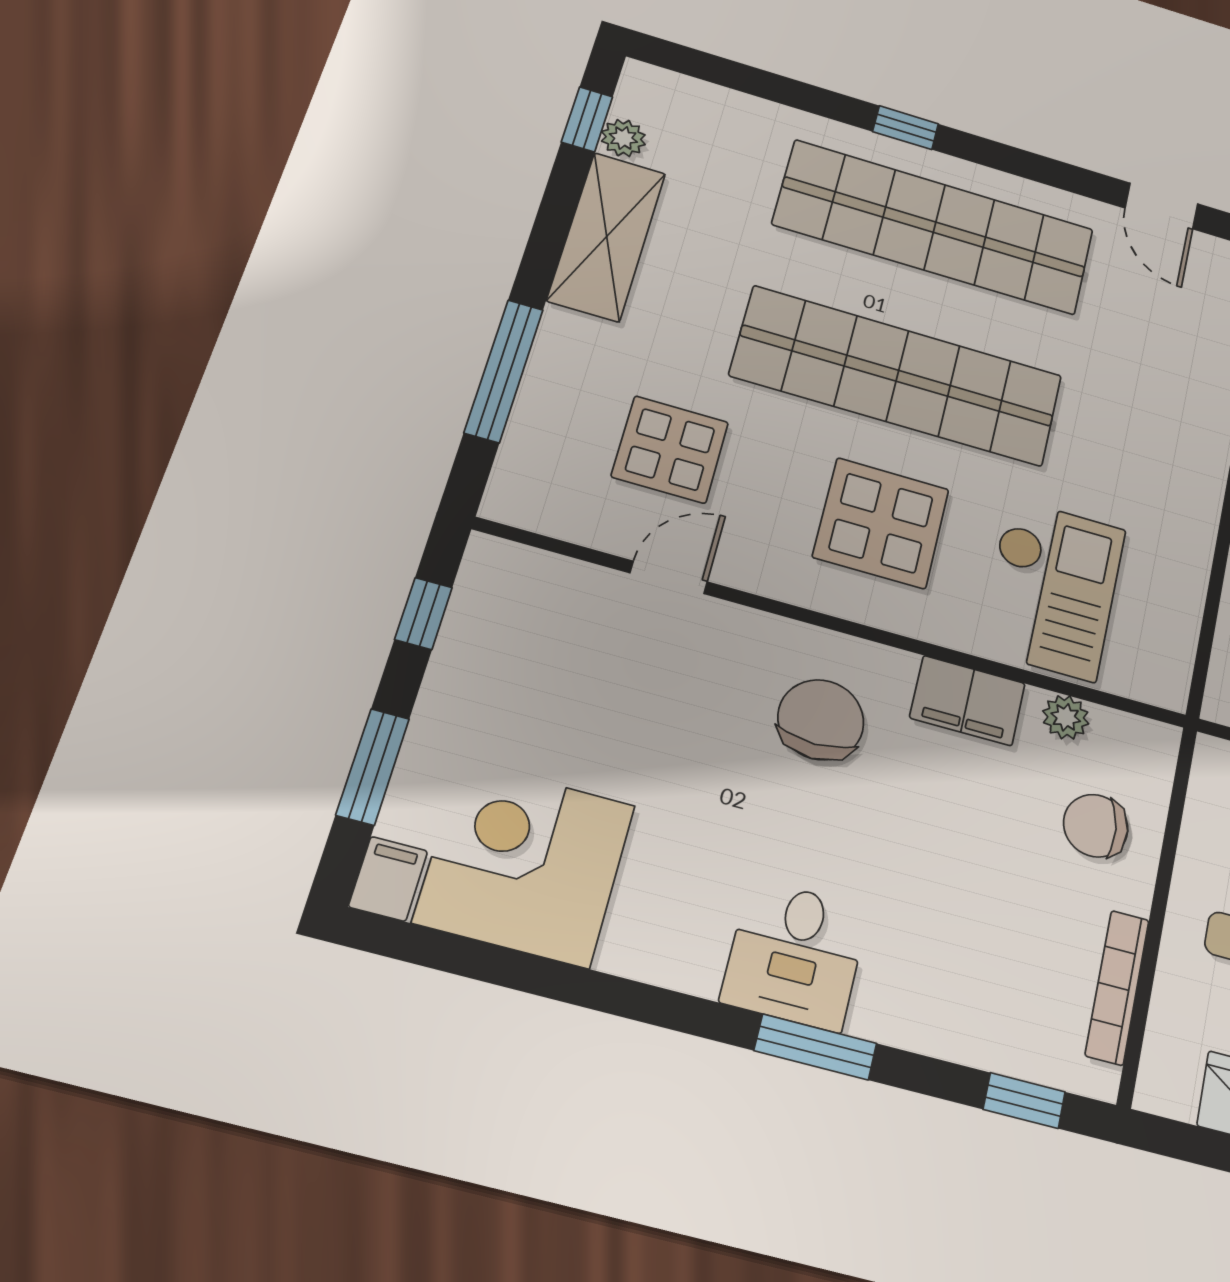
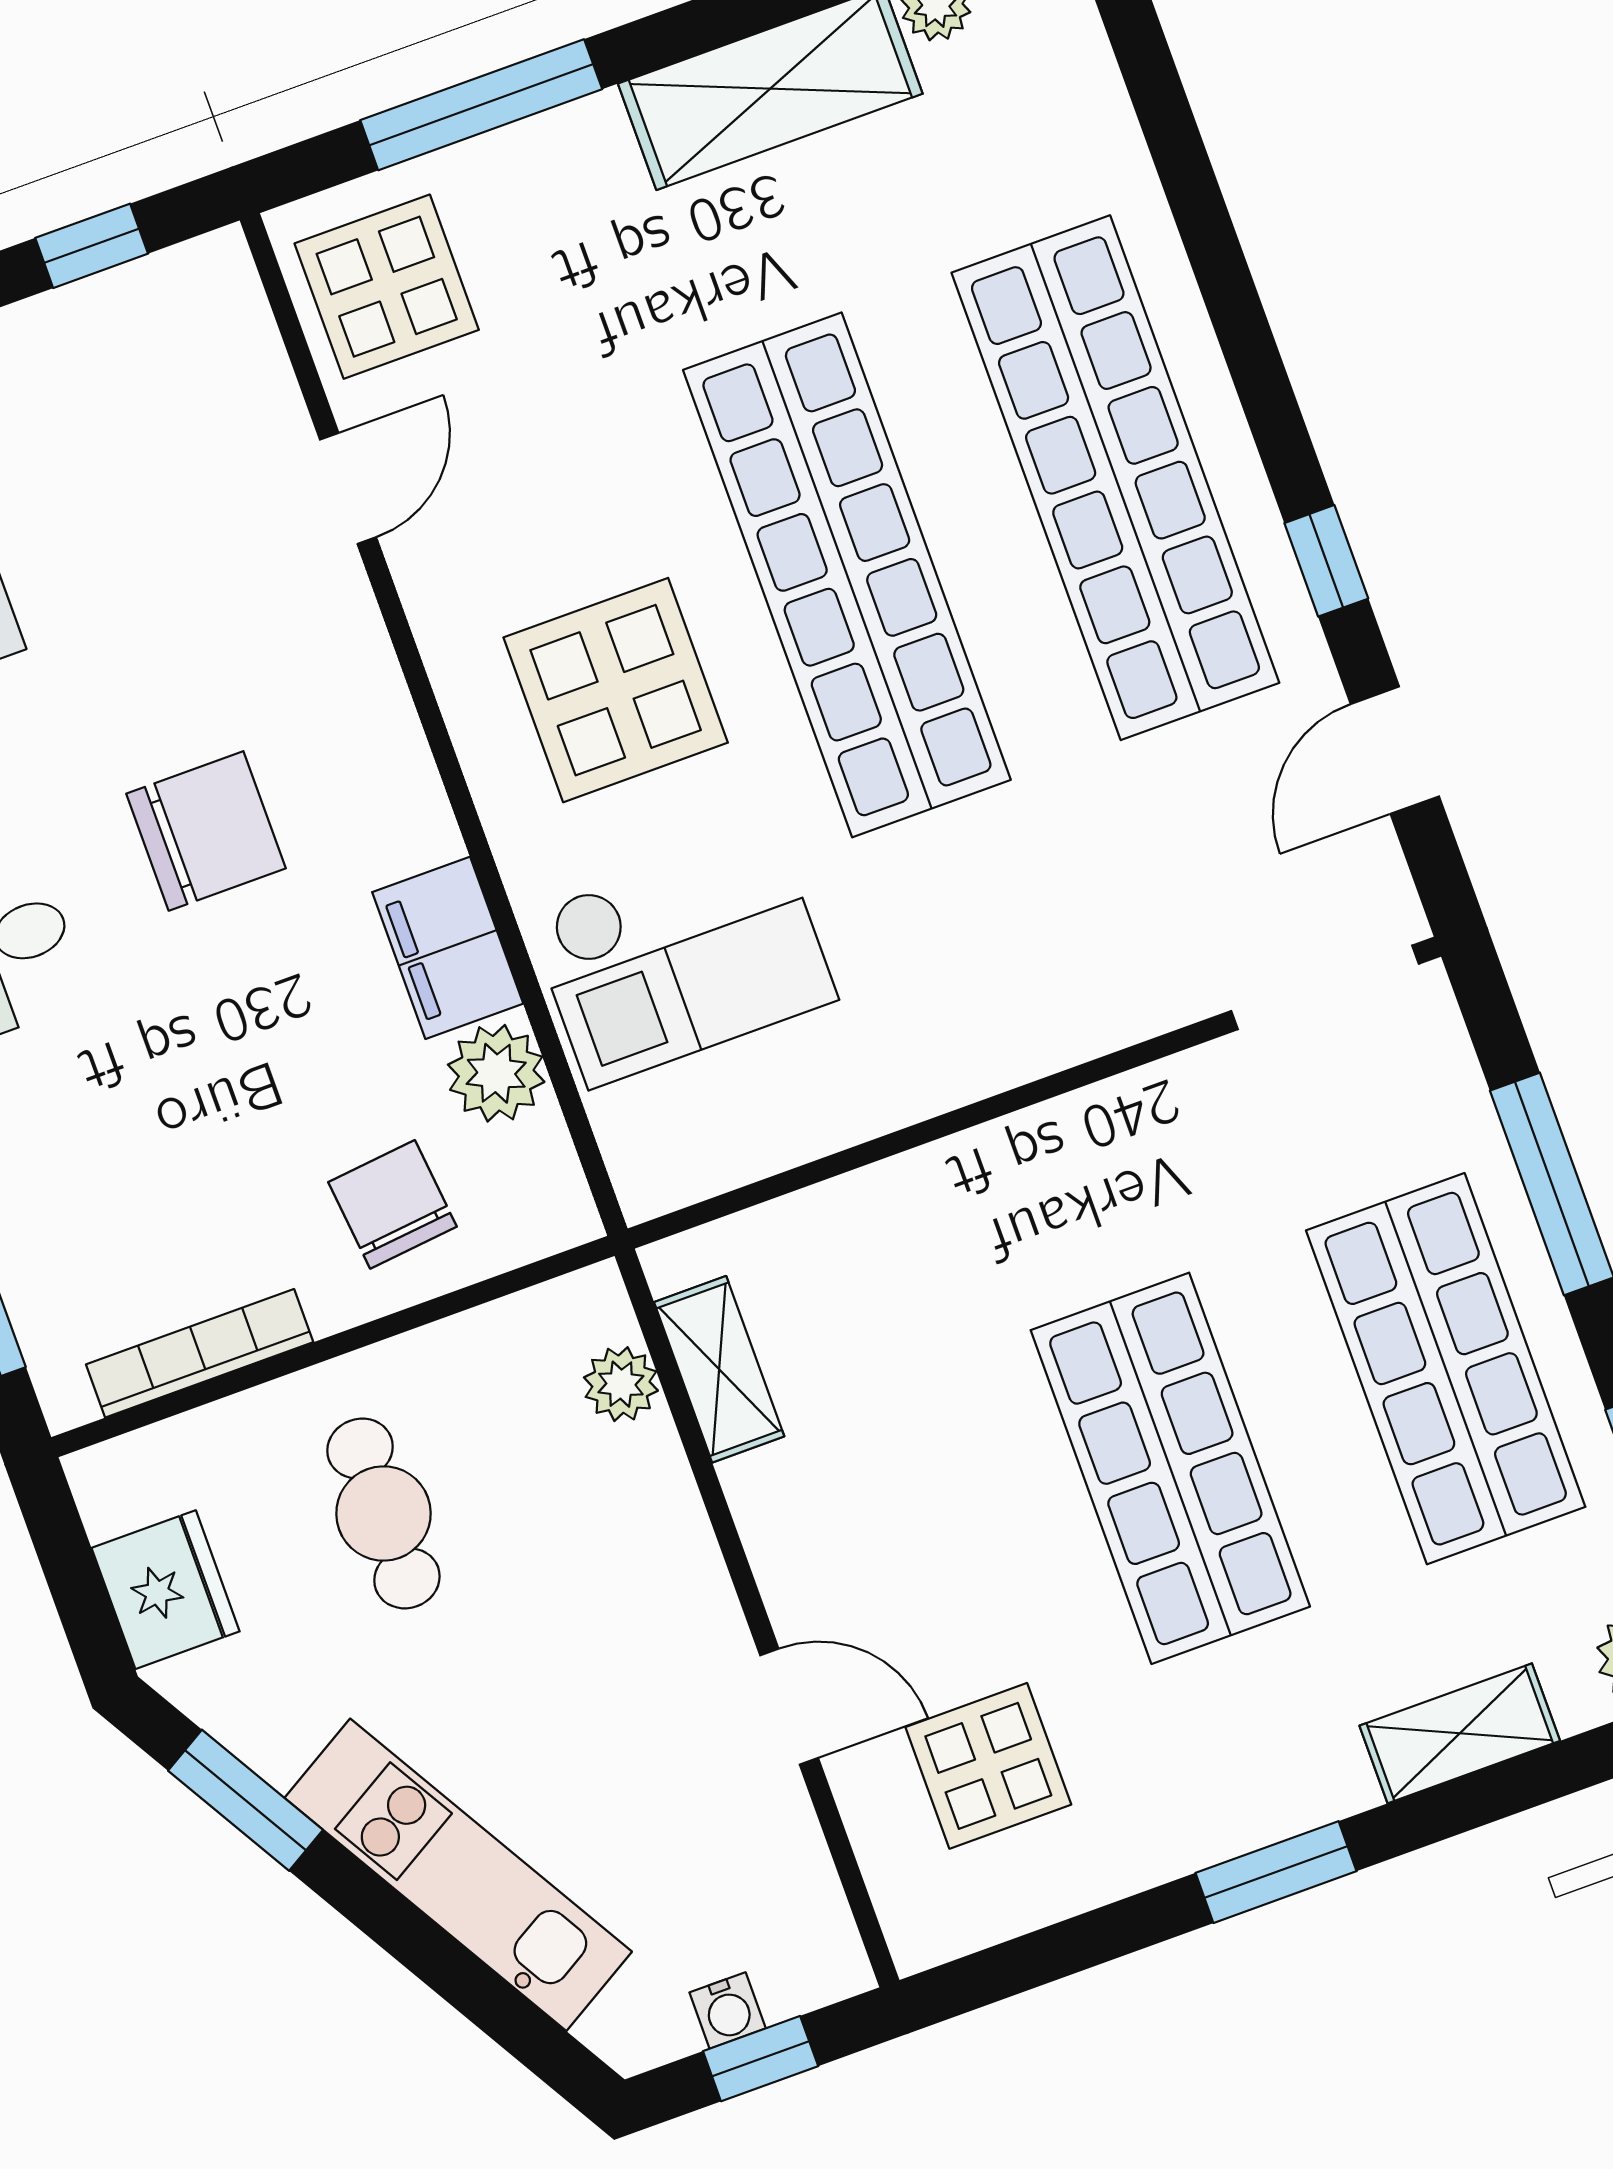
window: (906, 128) -> (1326, 561), moved
display table: (670, 449) -> (387, 287), moved
door: (669, 577) -> (348, 488), hinge flipped
plant: (1066, 717) -> (496, 1073), width x1.38, depth x1.38
chair: (821, 720) -> (206, 831), moved

